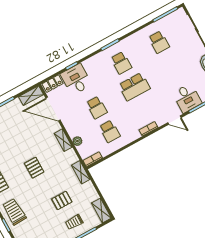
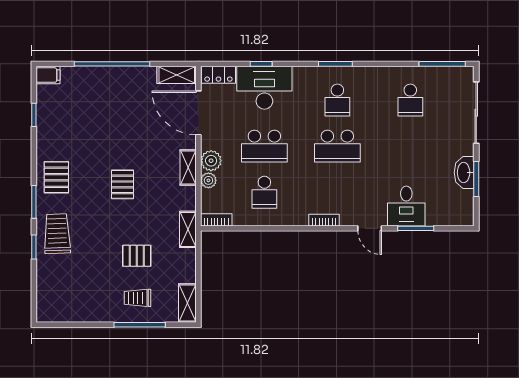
desk: (76, 79) -> (264, 88), width x1.37
school desk: (97, 107) -> (264, 146), width x1.85
plant: (73, 130) -> (211, 161), added

